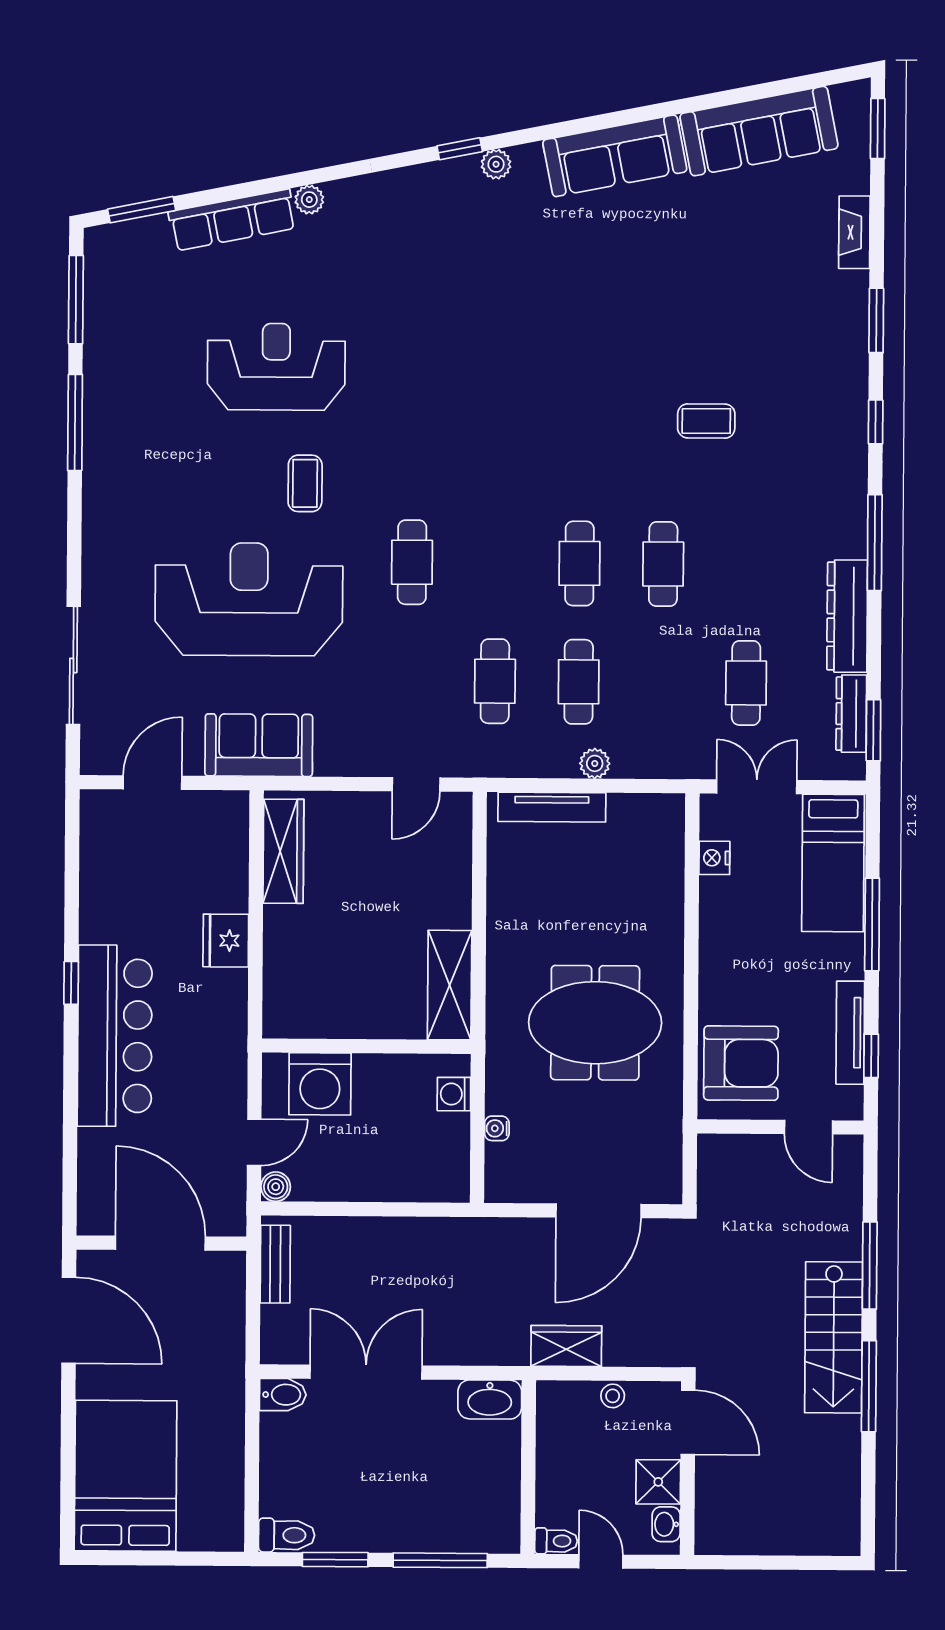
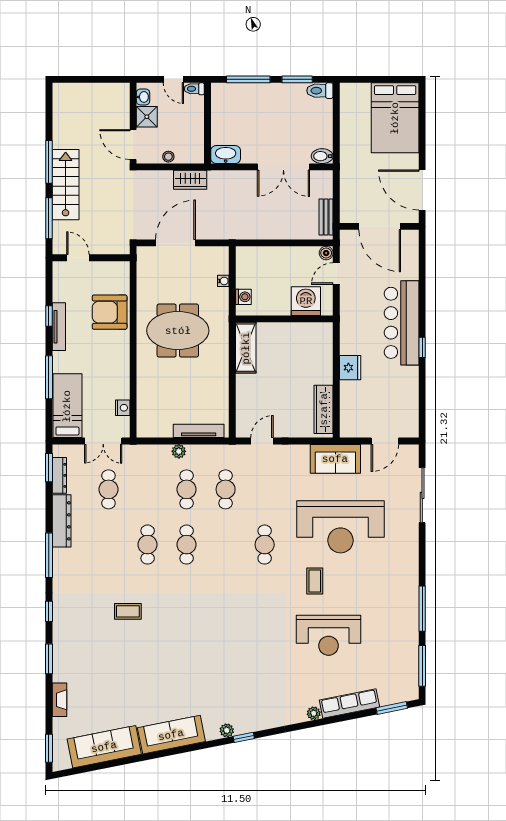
wall: (780, 1127) -> (91, 258), moved
door: (809, 1127) -> (78, 258), moved

